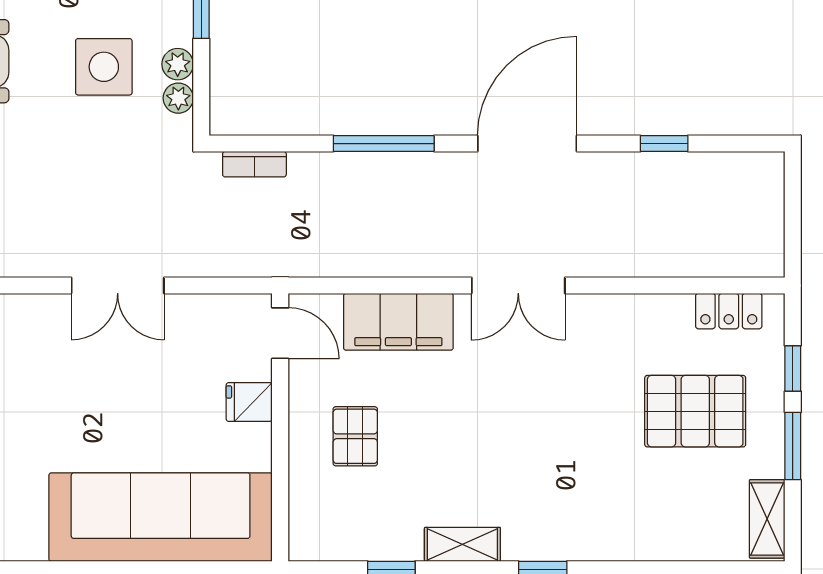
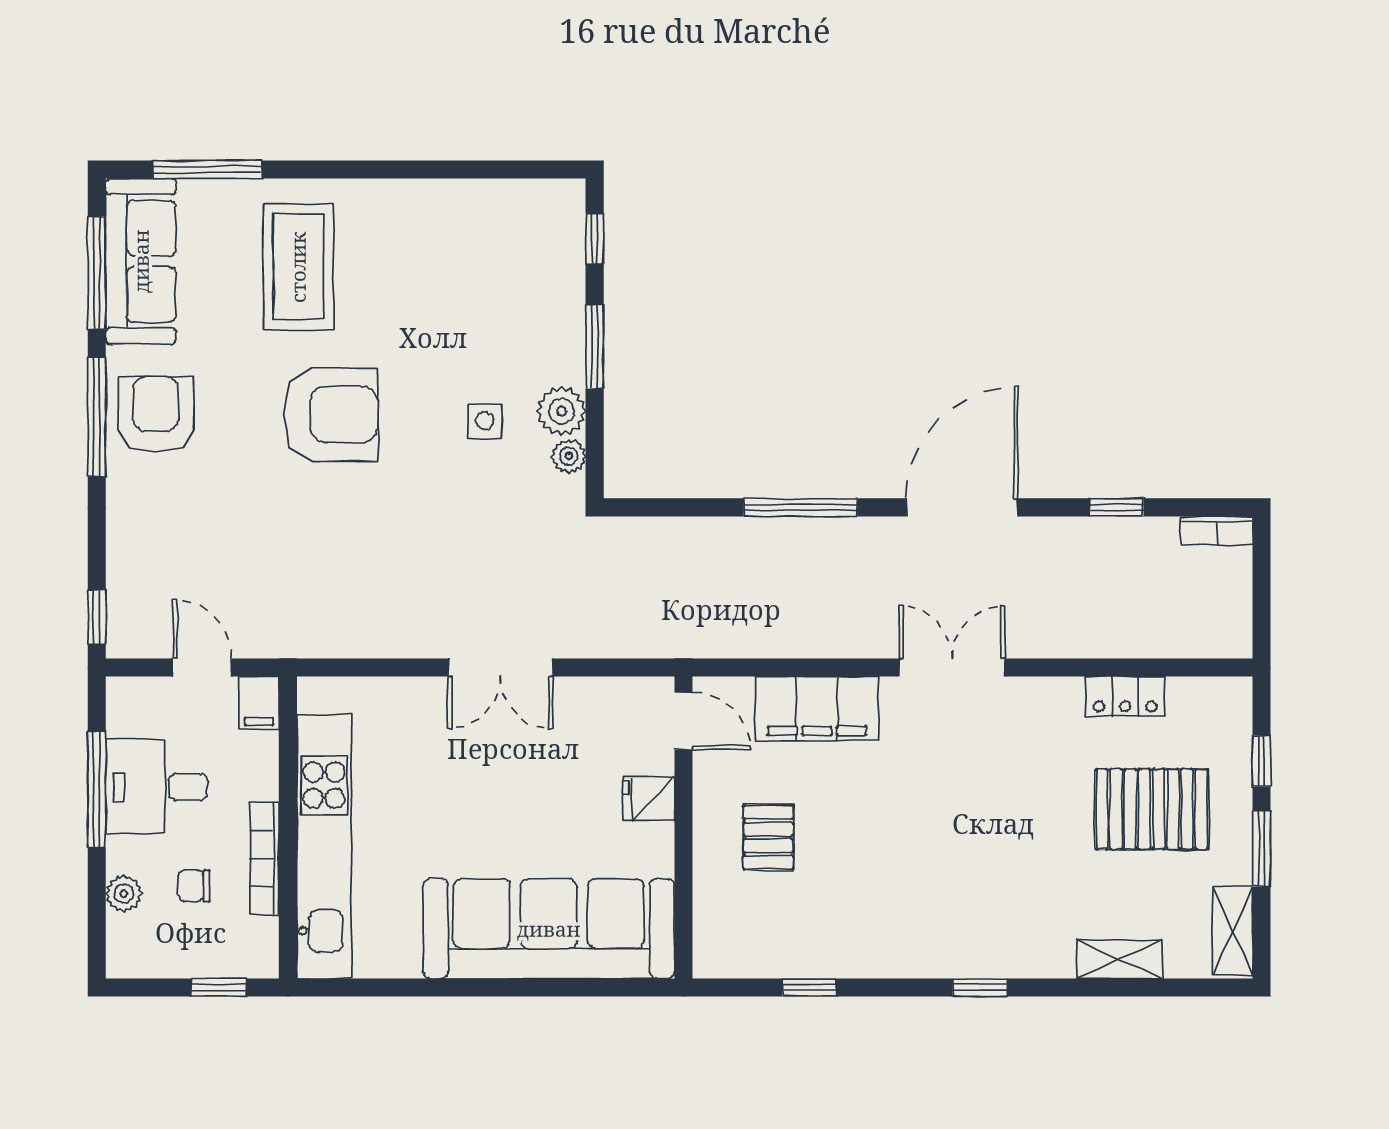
plant: (178, 64) -> (561, 411), width x1.38, depth x1.38
side table: (104, 67) -> (485, 421), width x0.54, depth x0.54
bookcase: (254, 164) -> (1217, 531), moved
double door: (518, 285) -> (952, 667), swing flipped
locker: (729, 311) -> (1125, 696), moved
shelving: (462, 544) -> (1120, 959), moved

